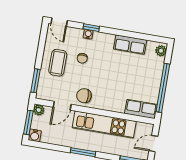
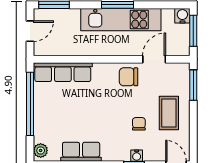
chair: (84, 96) -> (128, 77), turned 180
row of seats: (141, 109) -> (63, 72), width x1.48
plant: (39, 110) -> (183, 49), removed
kitchen unit: (104, 125) -> (121, 20), moved, turned 180

